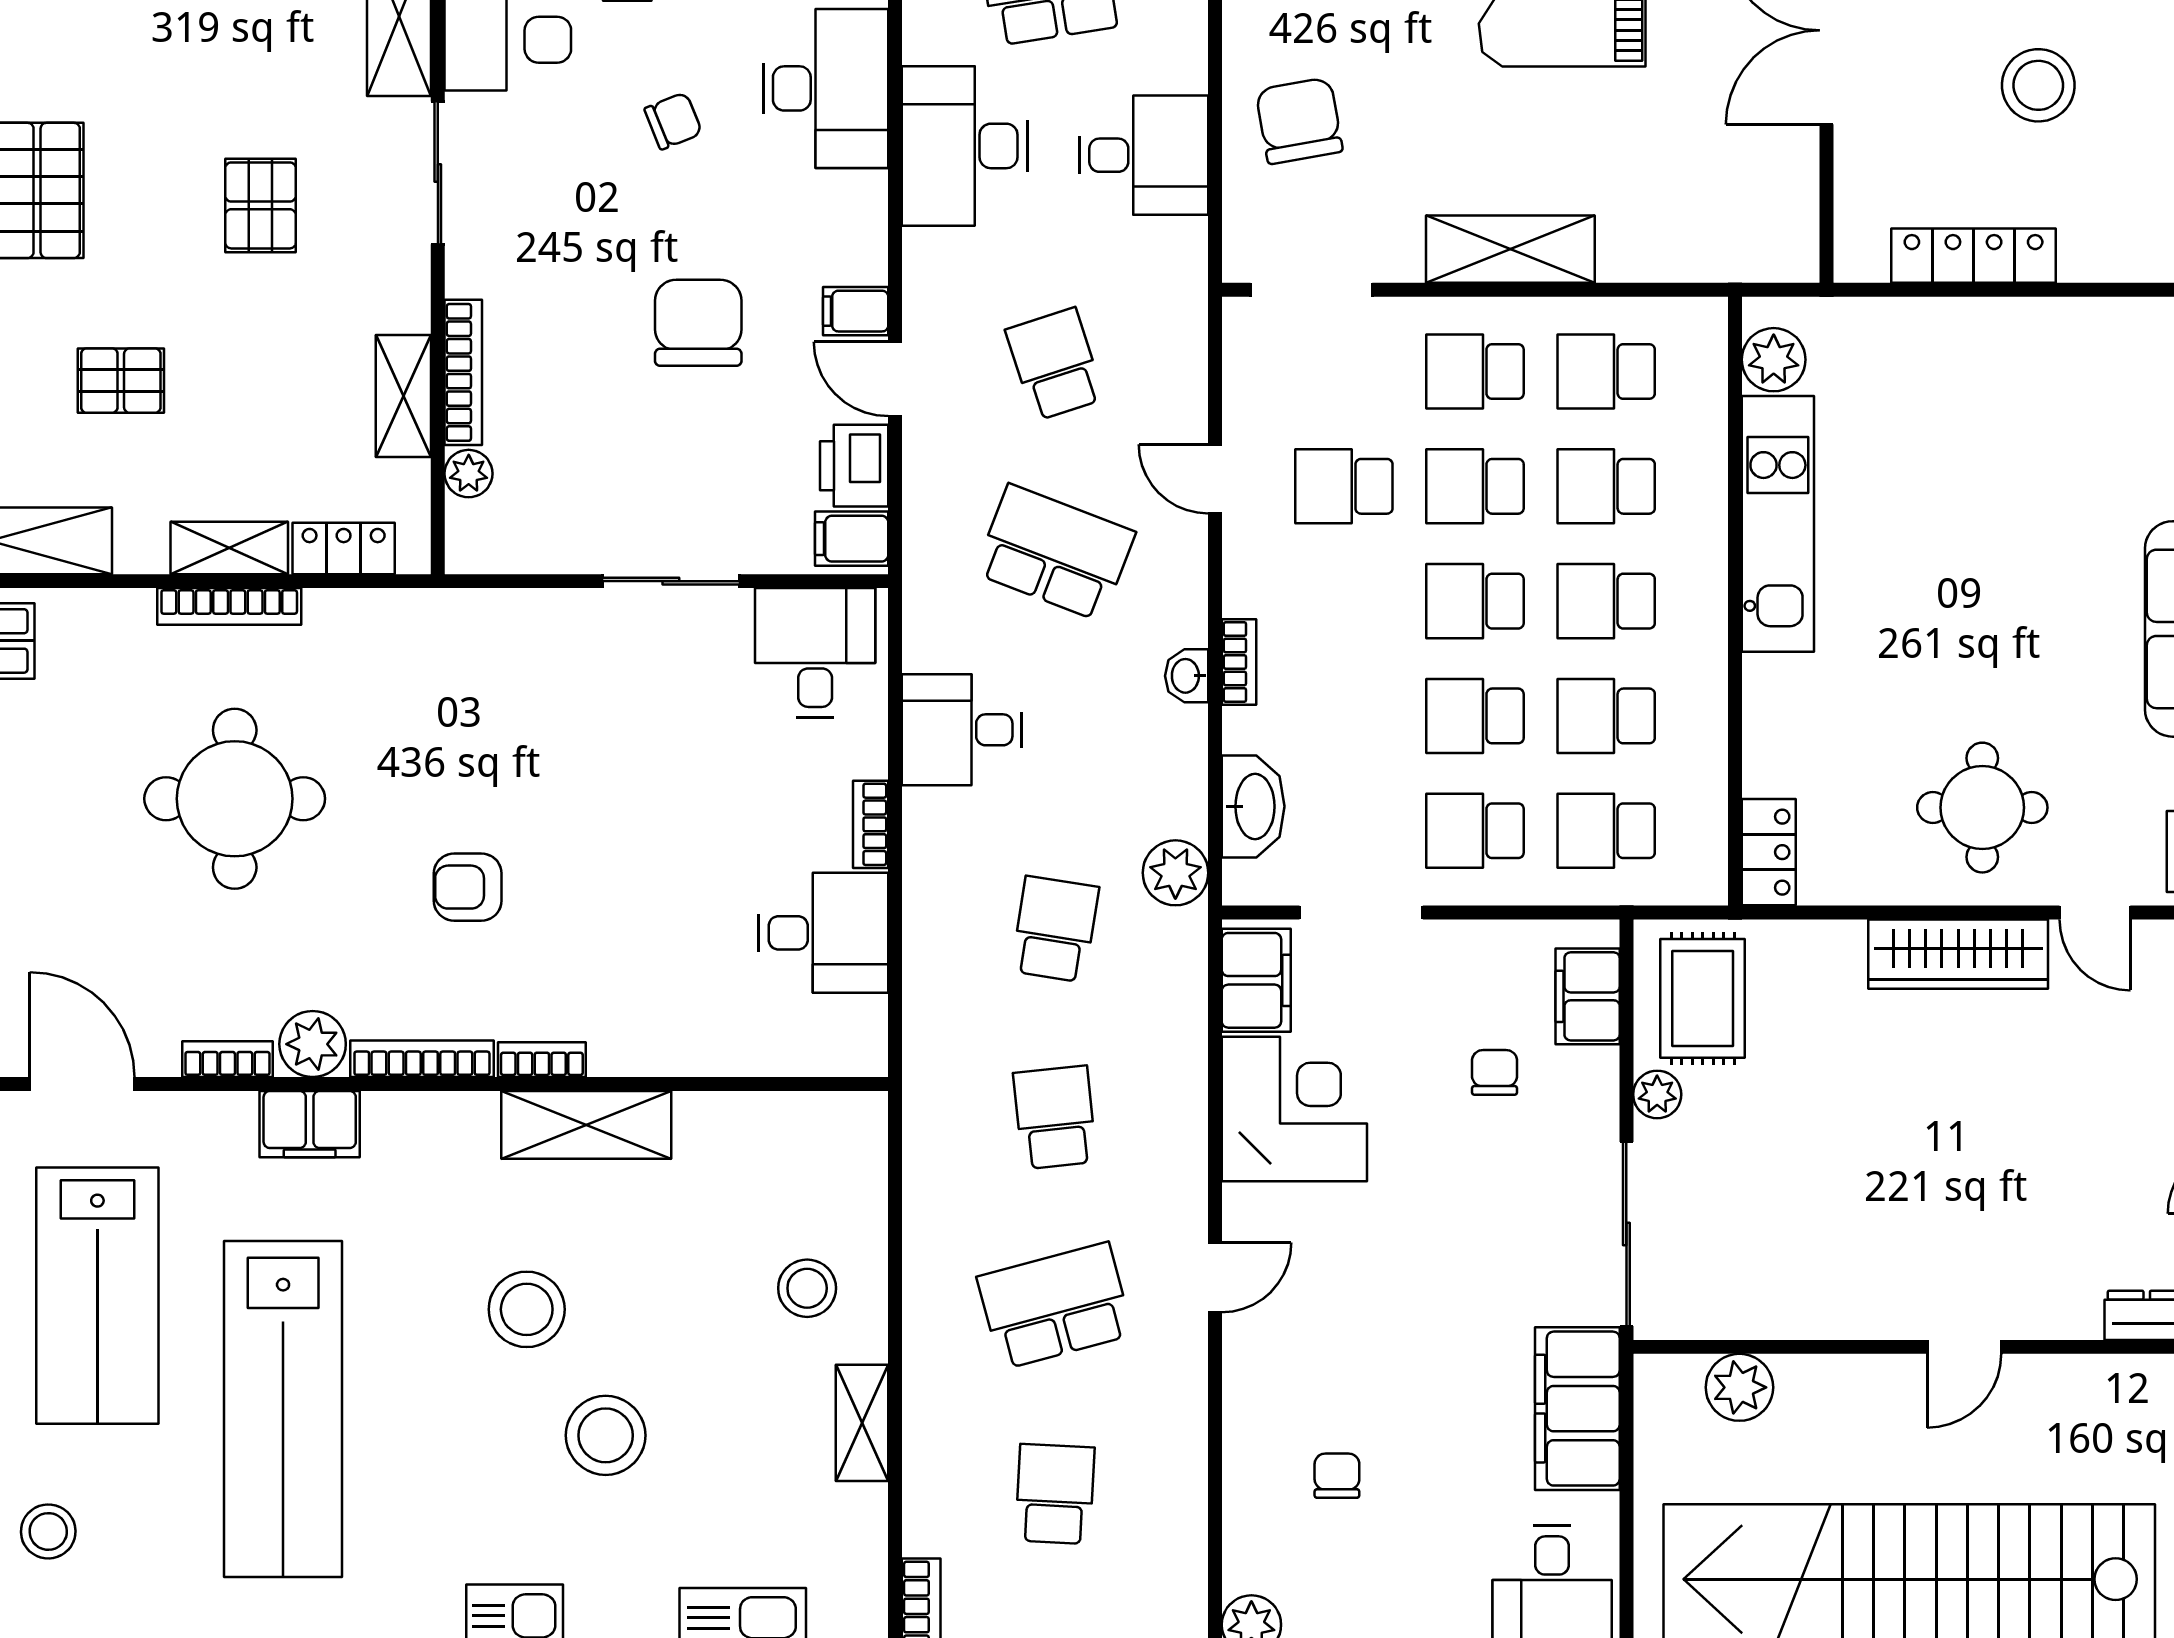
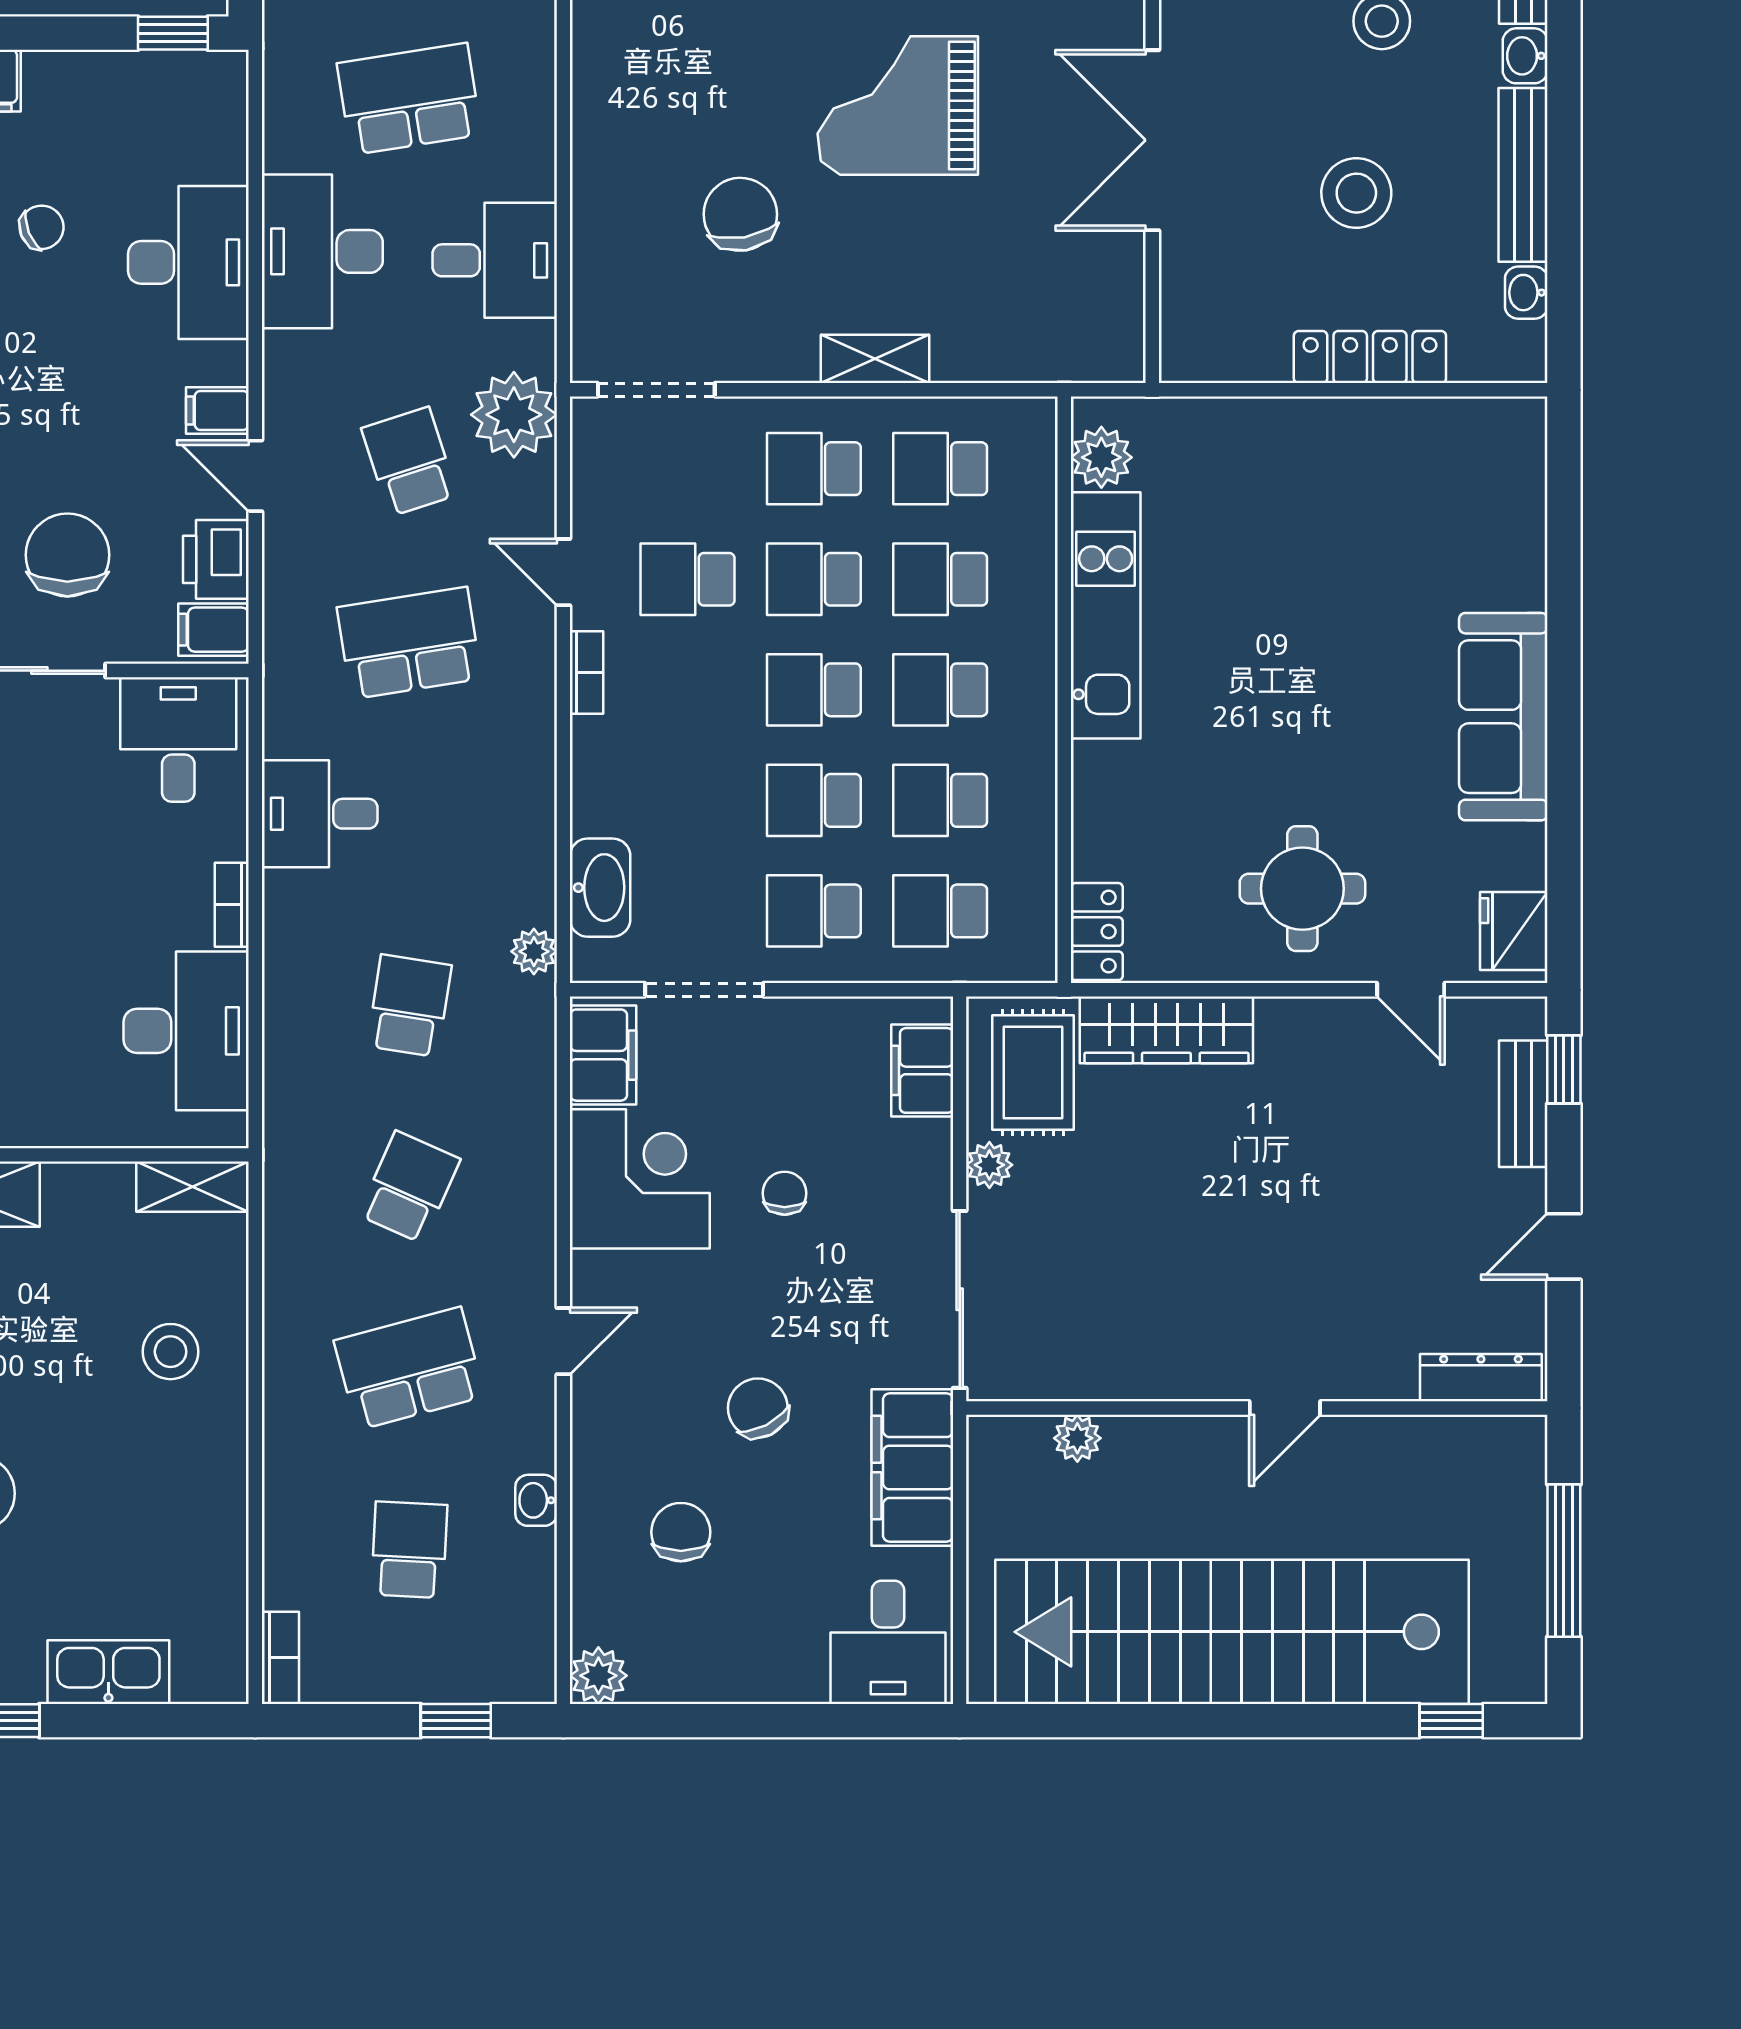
desk: (826, 88) -> (188, 262), moved
chair: (1299, 121) -> (740, 214), moved
shelving: (1510, 249) -> (875, 359), width x0.67, depth x0.75
locker: (1974, 256) -> (1370, 357), moved
plant: (1164, 316) -> (514, 415), added
chair: (698, 323) -> (67, 555), moved
school desk: (1055, 553) -> (409, 643), turned -30
bookcase: (1239, 662) -> (587, 672), moved
washbasin: (1187, 676) -> (536, 1500), moved
plant: (1175, 873) -> (534, 951), width x0.73, depth x0.73
desk: (823, 933) -> (186, 1031), width x1.37
wardrobe: (1958, 954) -> (1166, 1030), moved
chair: (1495, 1072) -> (785, 1193), moved
school desk: (1055, 1117) -> (409, 1187), turned 30
chair: (1417, 1347) -> (758, 1408), added
plant: (1739, 1387) -> (1077, 1438), width x0.73, depth x0.73
shelving: (862, 1423) -> (193, 1187), moved, turned 90
chair: (1337, 1476) -> (681, 1532), width x1.37, depth x1.37

